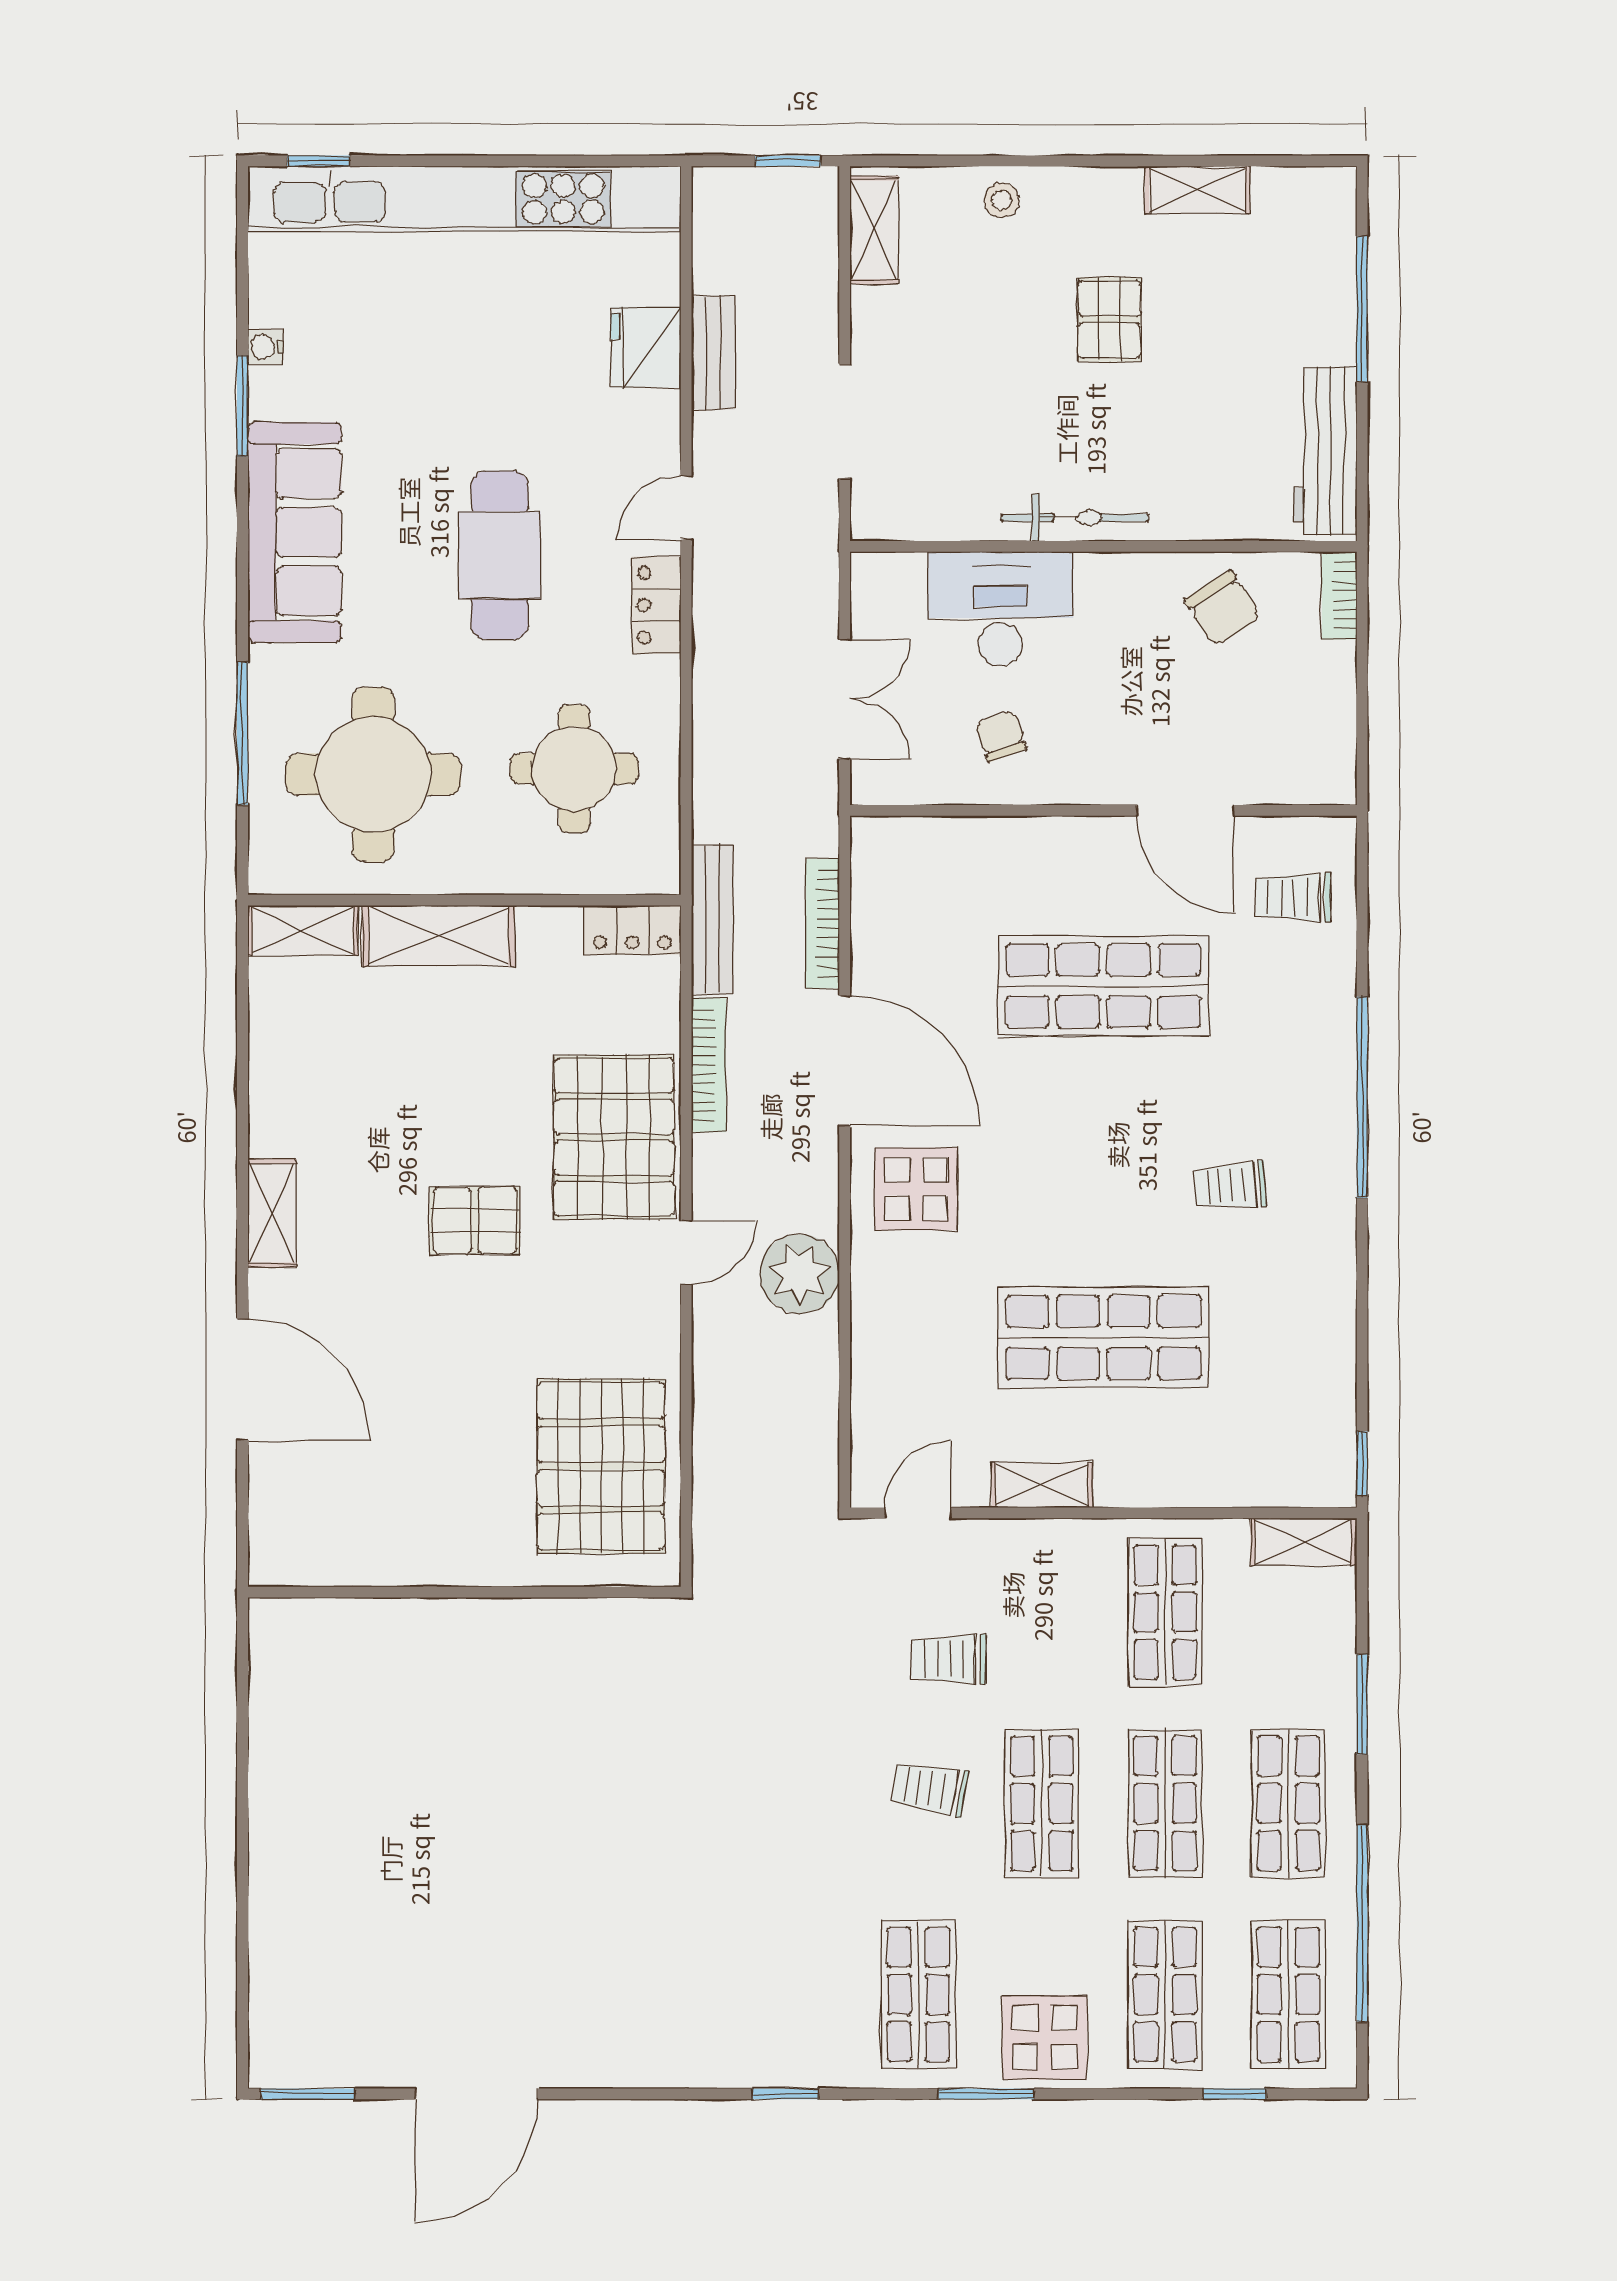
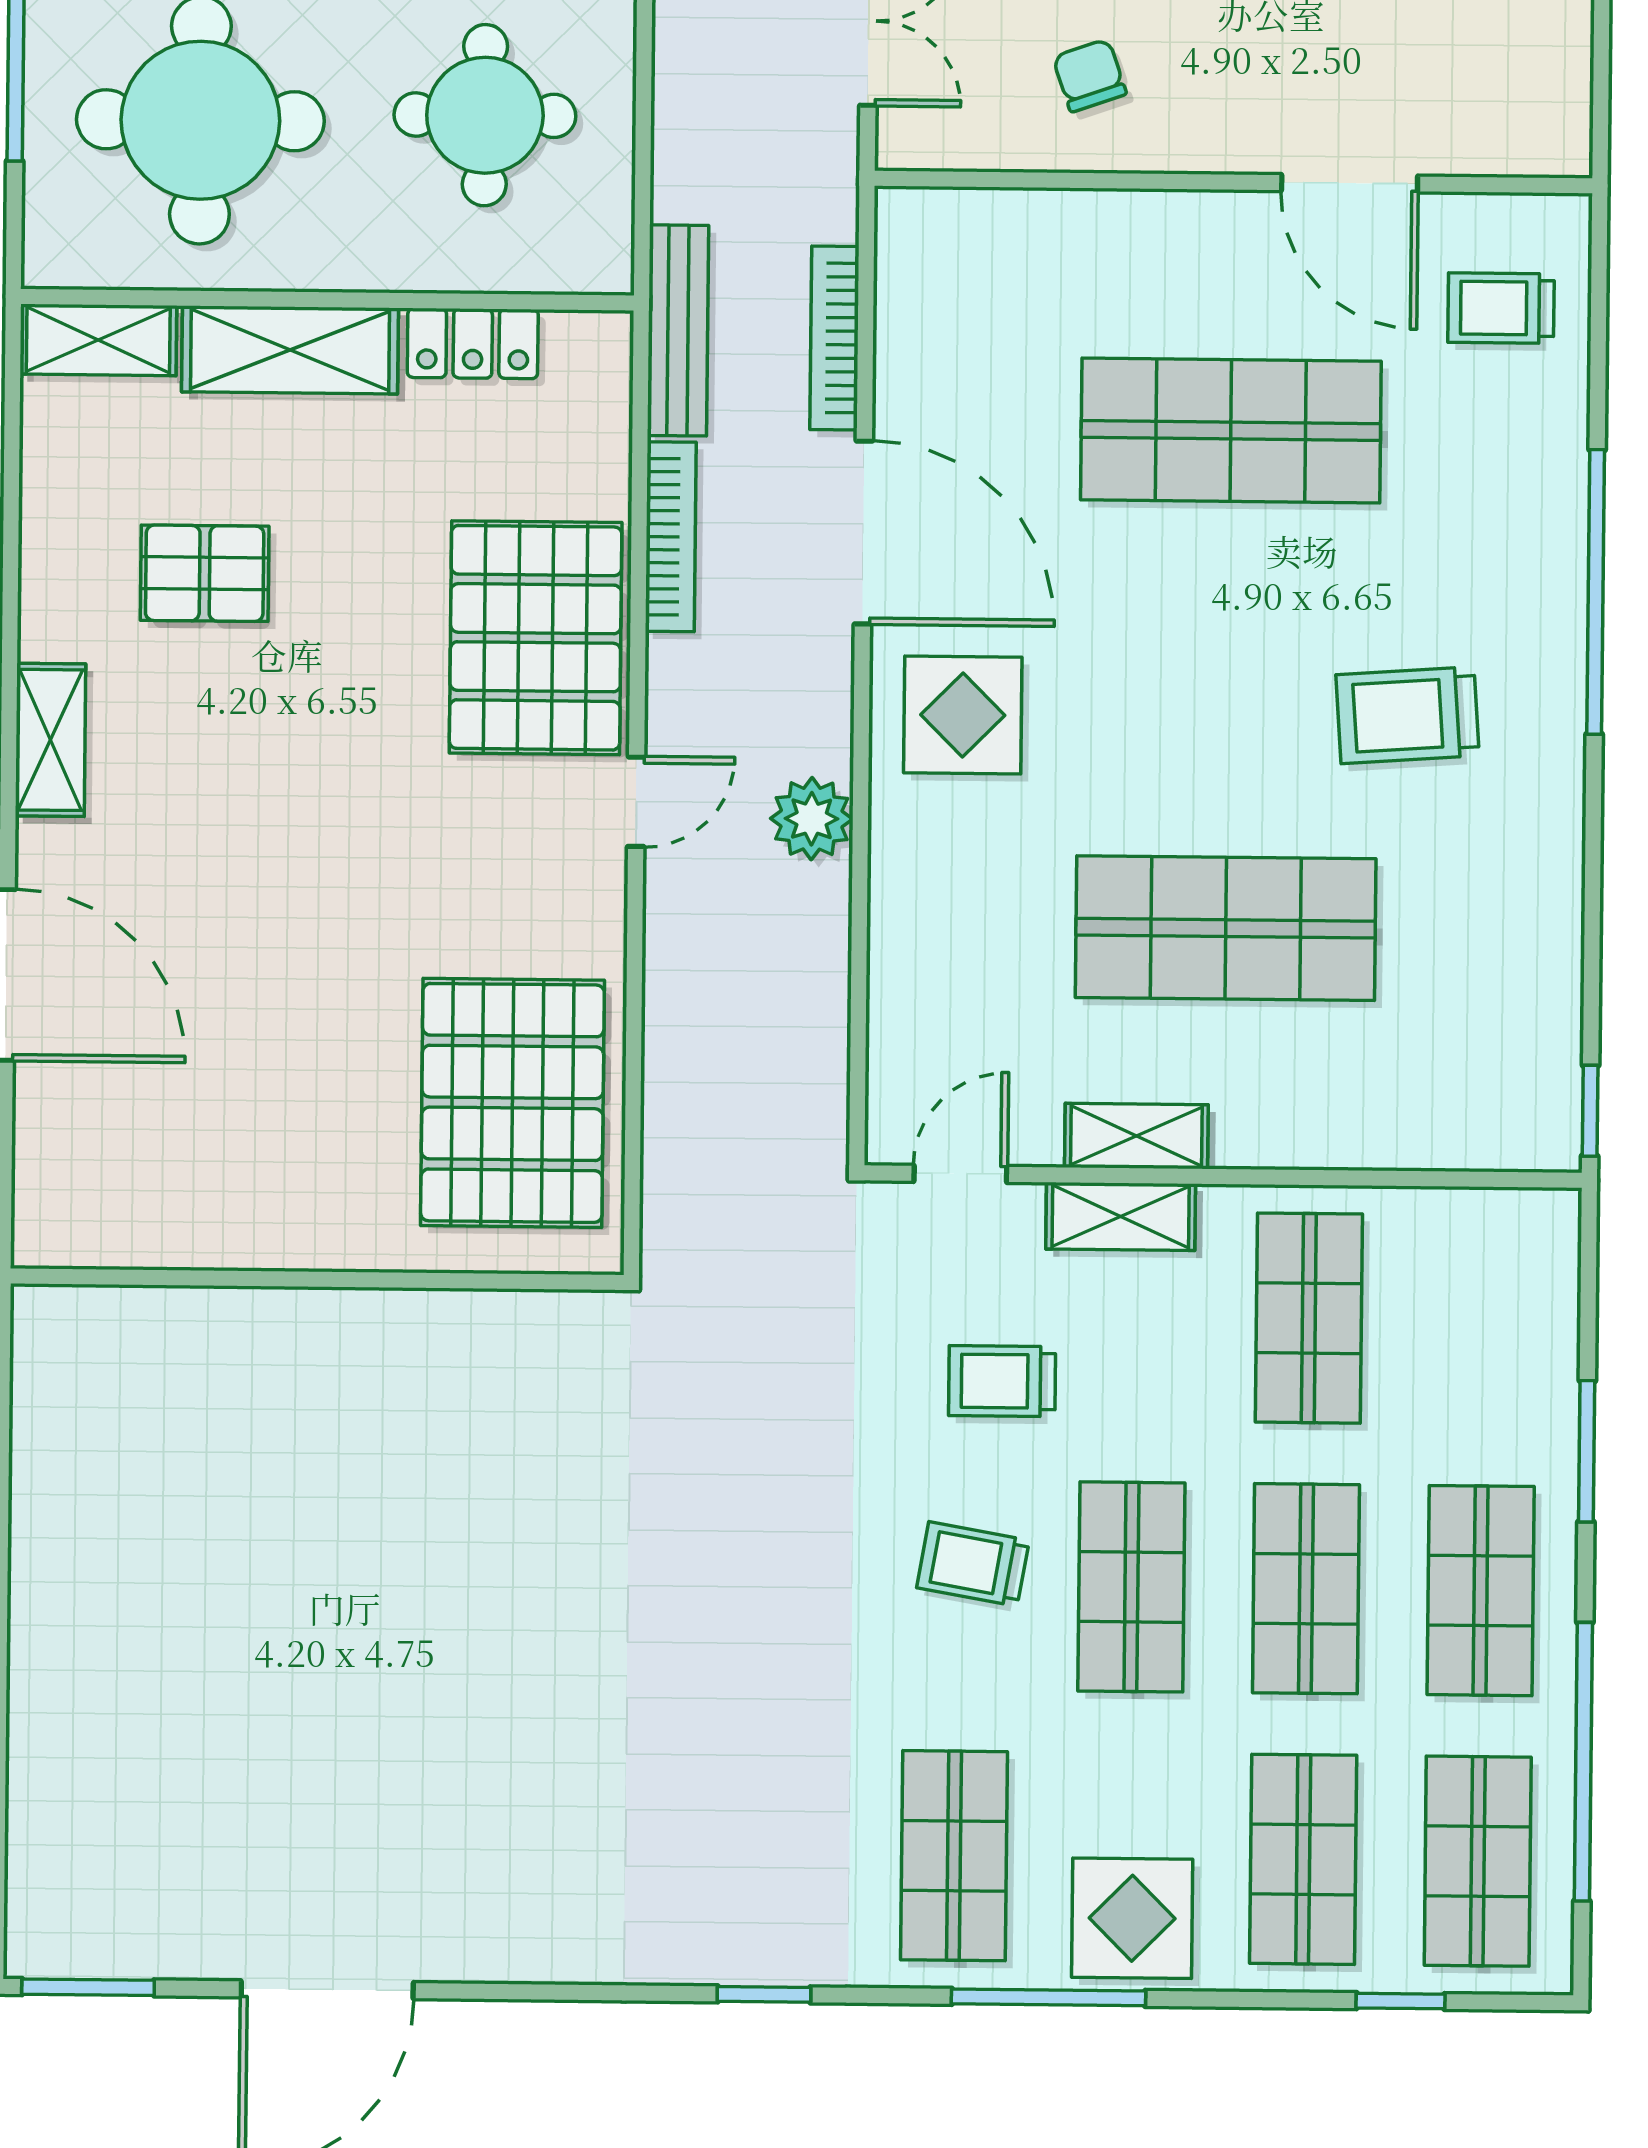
locker: (632, 930) -> (473, 343), moved
trolley: (1230, 1186) -> (1407, 715), width x1.36, depth x1.39
pallet: (475, 1221) -> (205, 573), moved
plant: (800, 1274) -> (812, 819), width x0.73, depth x0.73
shelving: (1303, 1542) -> (1121, 1216), moved
window: (986, 2094) -> (1048, 1997), width x1.44

